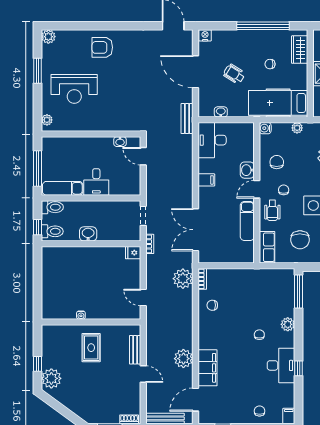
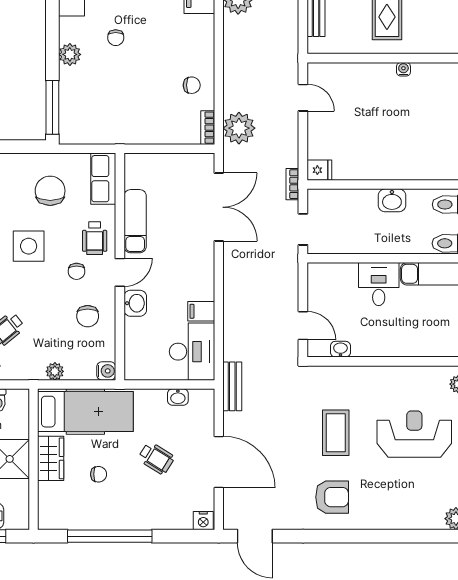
armchair: (102, 47) -> (332, 497), moved
wardrobe: (300, 50) -> (51, 458), moved
coffee table: (123, 90) -> (336, 433), added
filing cabinet: (206, 180) -> (201, 311), moved
wheelchair: (272, 210) -> (95, 238), turned 180

